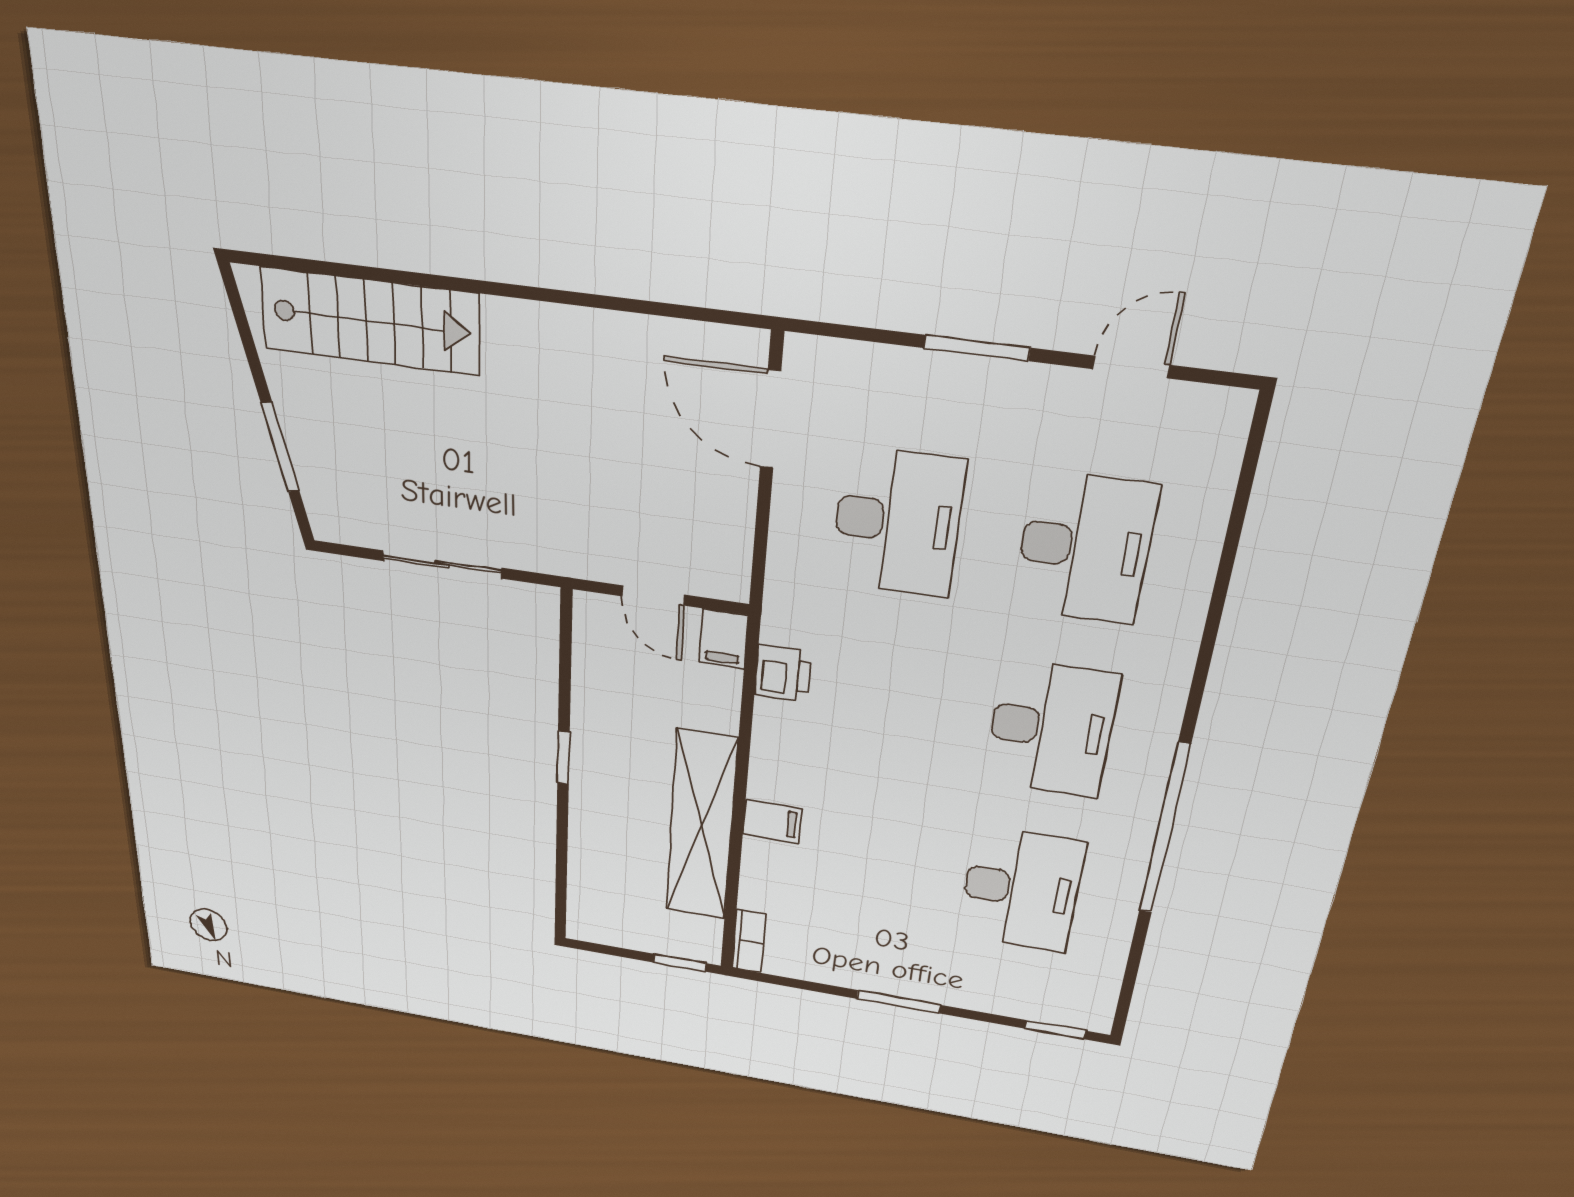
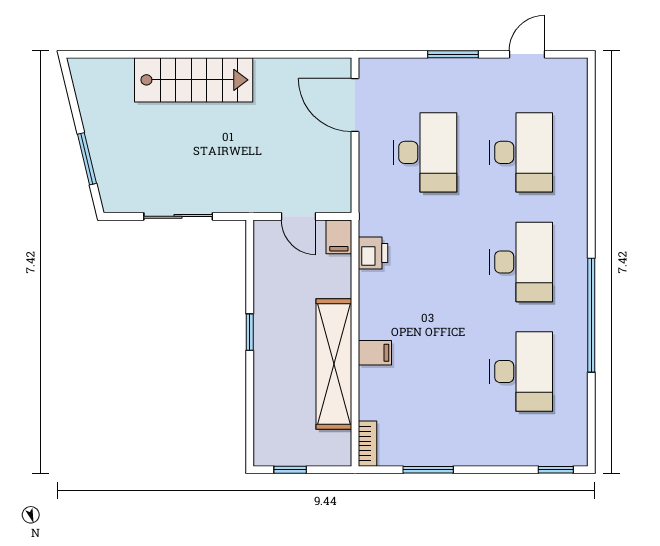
stairs: (370, 321) -> (194, 80), moved
window: (680, 963) -> (290, 470), moved
window: (899, 1002) -> (428, 470), moved

